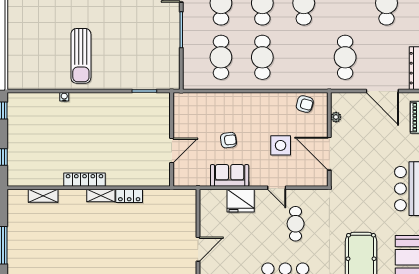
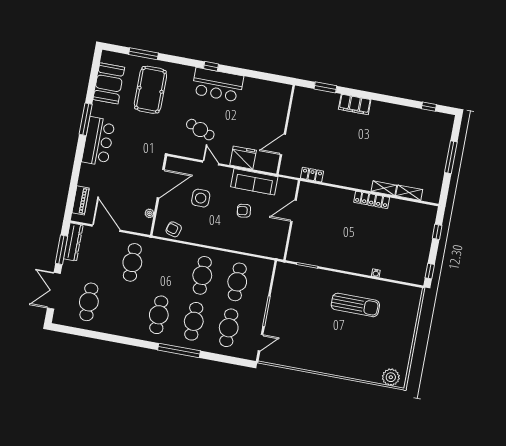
sun lounger: (81, 56) -> (355, 305), turned 90
door: (329, 154) -> (161, 184), hinge flipped
sofa: (230, 175) -> (254, 182), width x1.36
shelving: (101, 196) -> (384, 188), moved
locker: (129, 196) -> (312, 175), moved
cafe table: (296, 224) -> (200, 130), turned -69
door: (198, 249) -> (283, 144), moved

